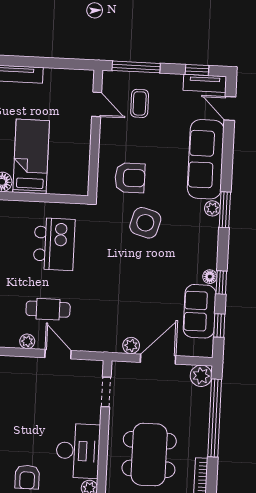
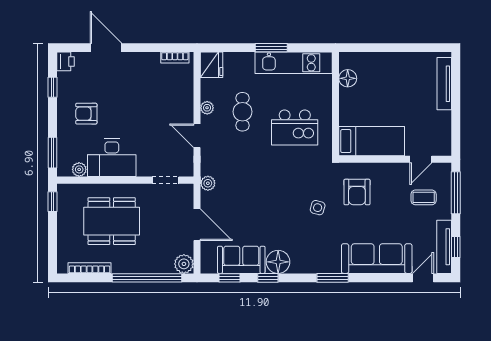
tv unit: (205, 83) -> (444, 247), width x1.41
bed: (31, 156) -> (372, 141), moved
plant: (212, 208) -> (333, 267), removed
side table: (145, 223) -> (318, 208), width x0.54, depth x0.54
floor lamp: (210, 277) -> (278, 262), width x1.89, depth x1.89
cafe table: (48, 309) -> (242, 112), moved
plant: (131, 346) -> (208, 183), moved
door: (58, 354) -> (197, 136), swing flipped

